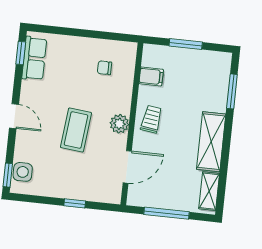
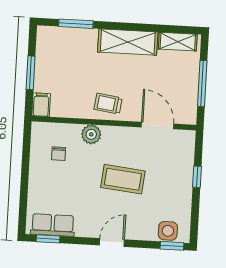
filing cabinet: (151, 76) -> (41, 105), moved
plant: (119, 124) -> (91, 134), moved

